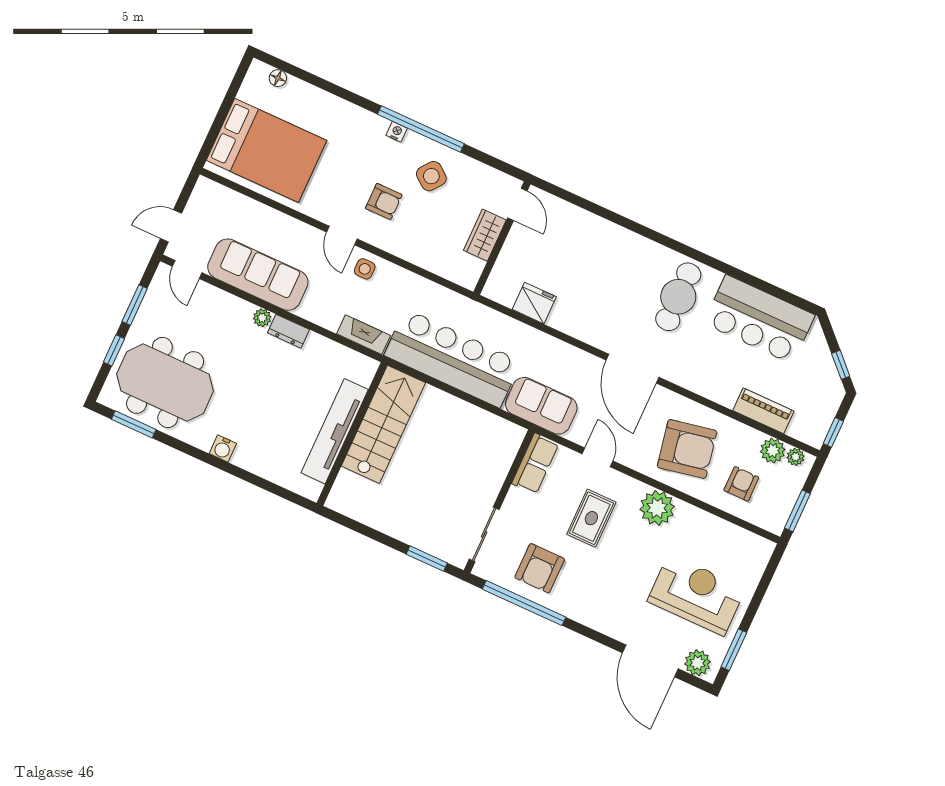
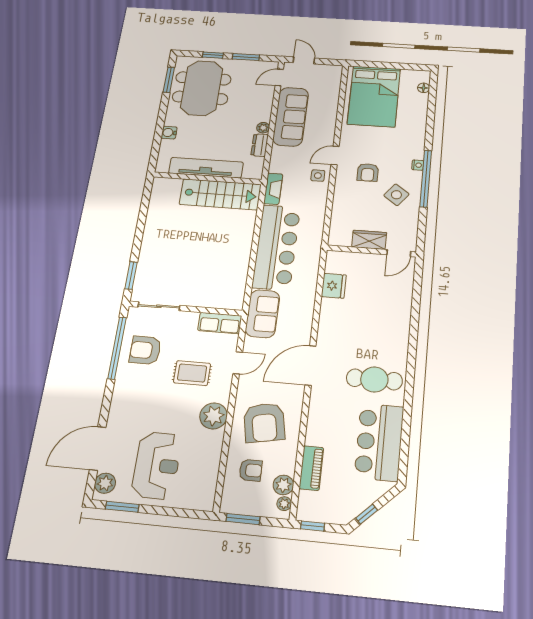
stairs: (383, 424) -> (220, 194), moved
tv unit: (335, 431) -> (206, 168), moved
wall: (352, 434) -> (207, 178), moved

